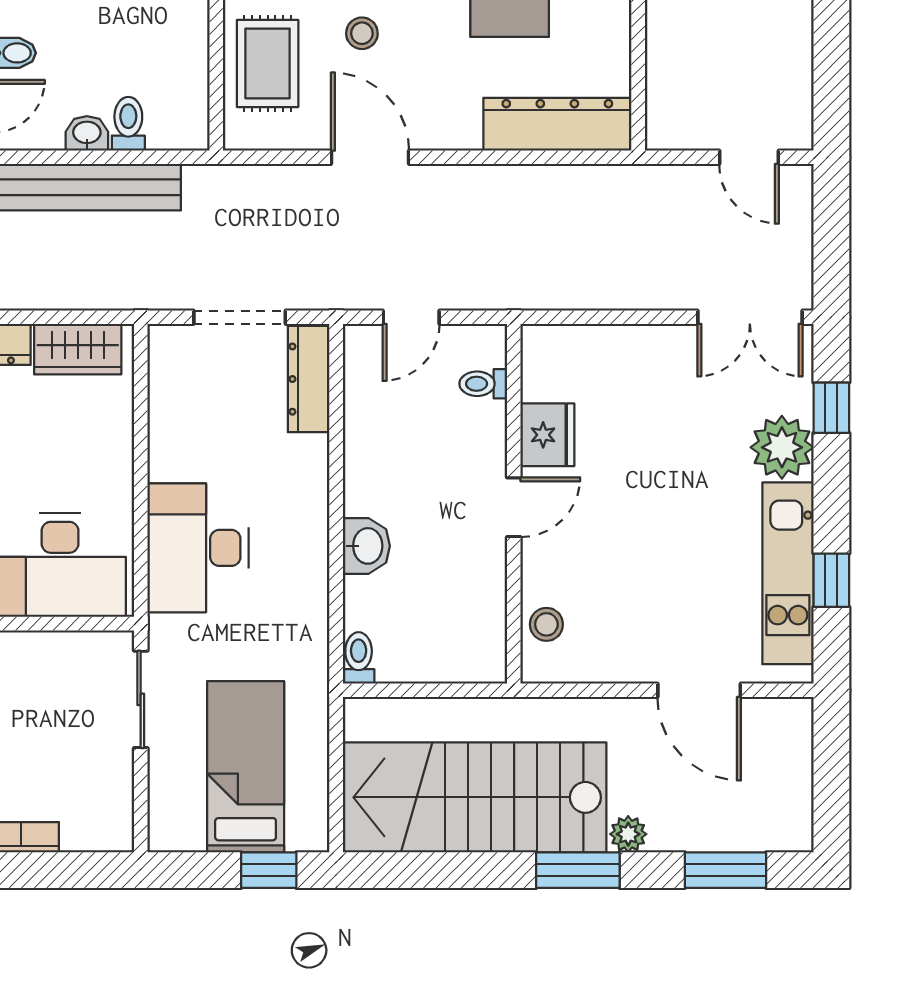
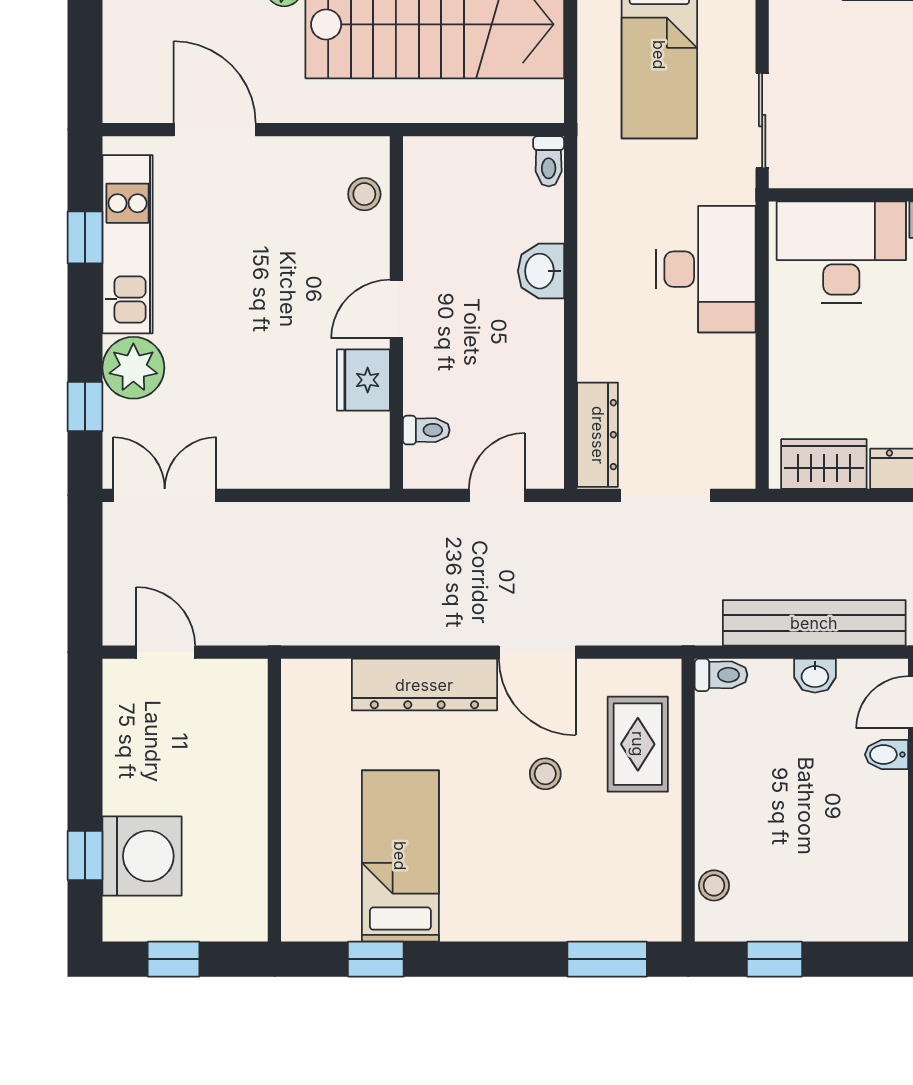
toilet: (128, 124) -> (721, 675), moved, turned -90
dresser: (557, 124) -> (424, 685), moved

